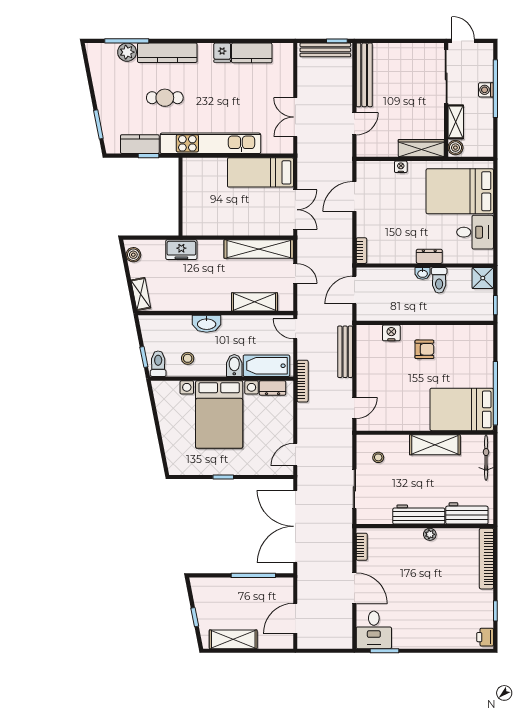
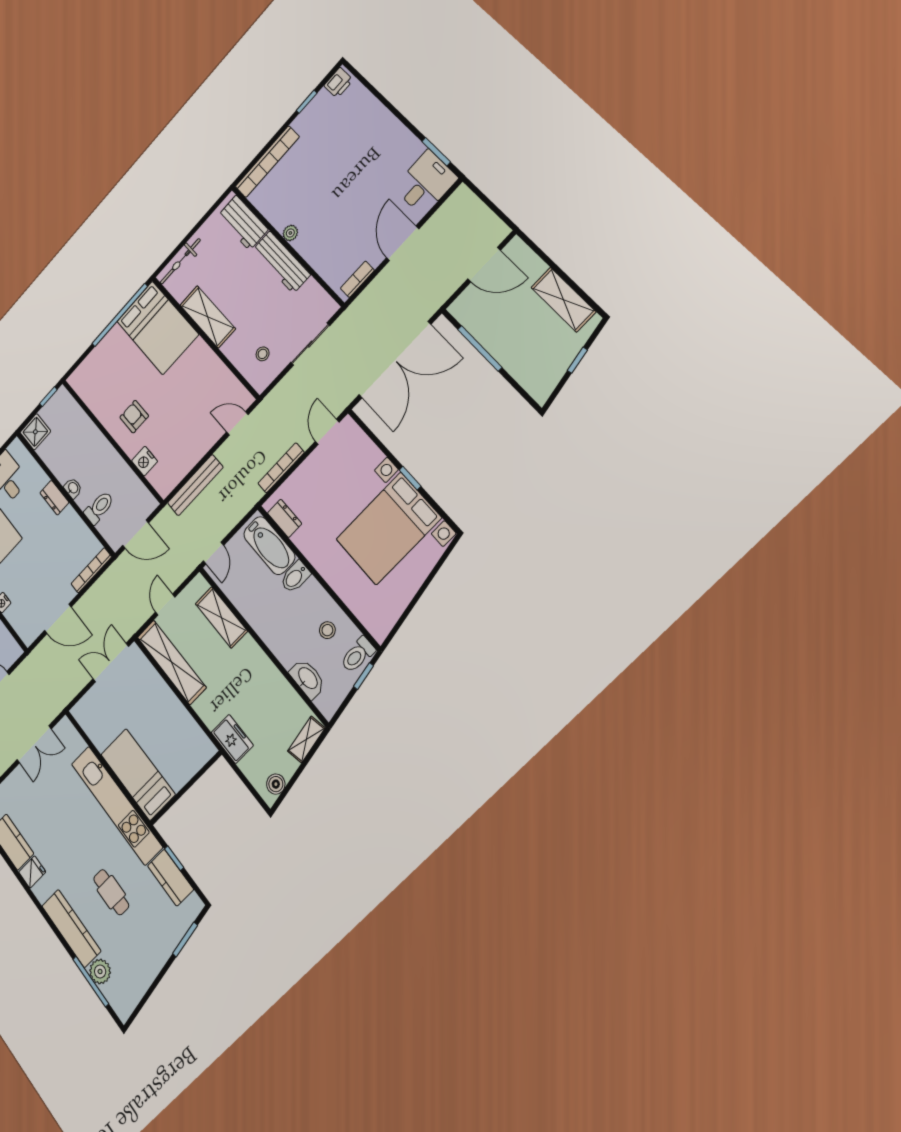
bed: (260, 172) -> (138, 774), moved, turned 180
bookcase: (361, 251) -> (91, 570), width x1.56
toilet: (439, 280) -> (99, 508), moved
washbasin: (207, 324) -> (307, 679), moved
bookcase: (303, 381) -> (281, 468), moved
bed with nightstands: (219, 414) -> (388, 529), moved, turned 180
door: (295, 455) -> (327, 432), swing flipped

